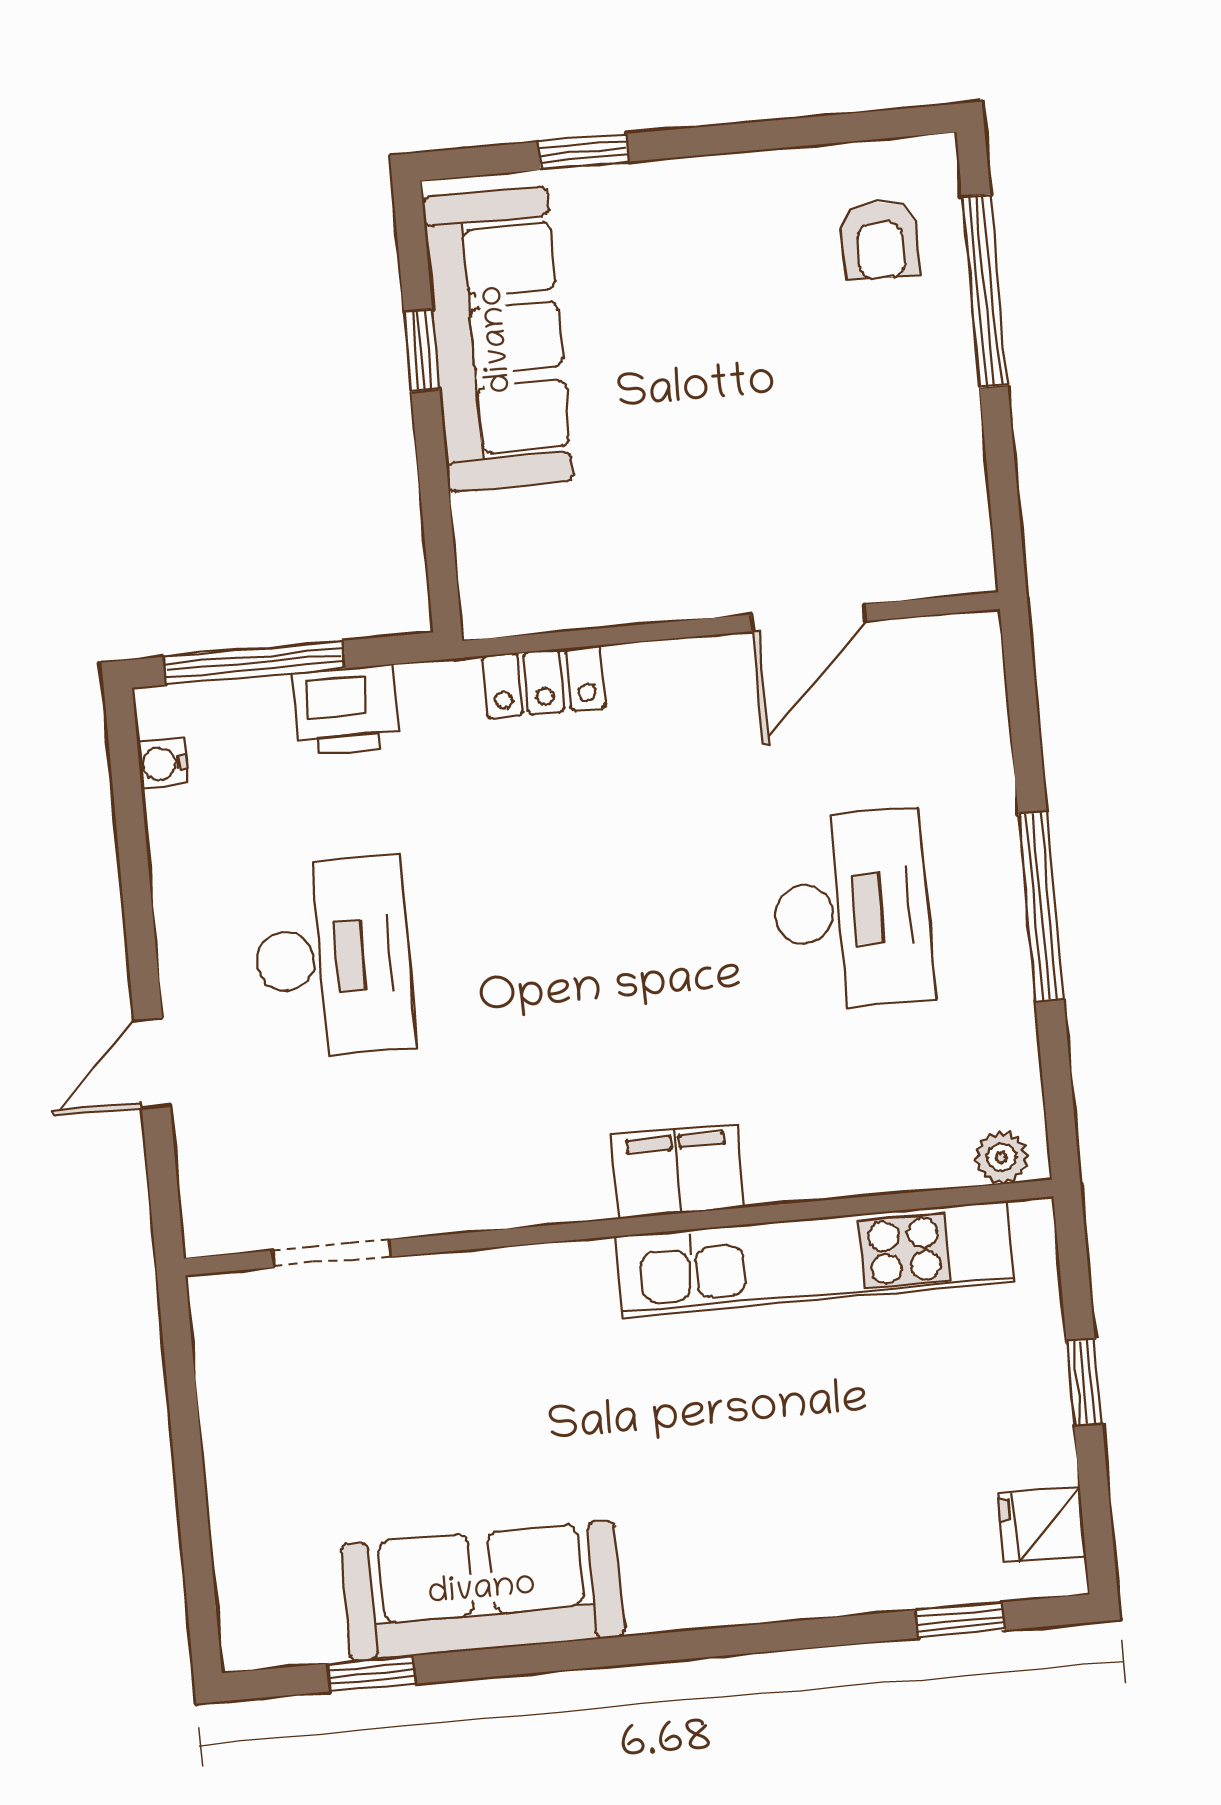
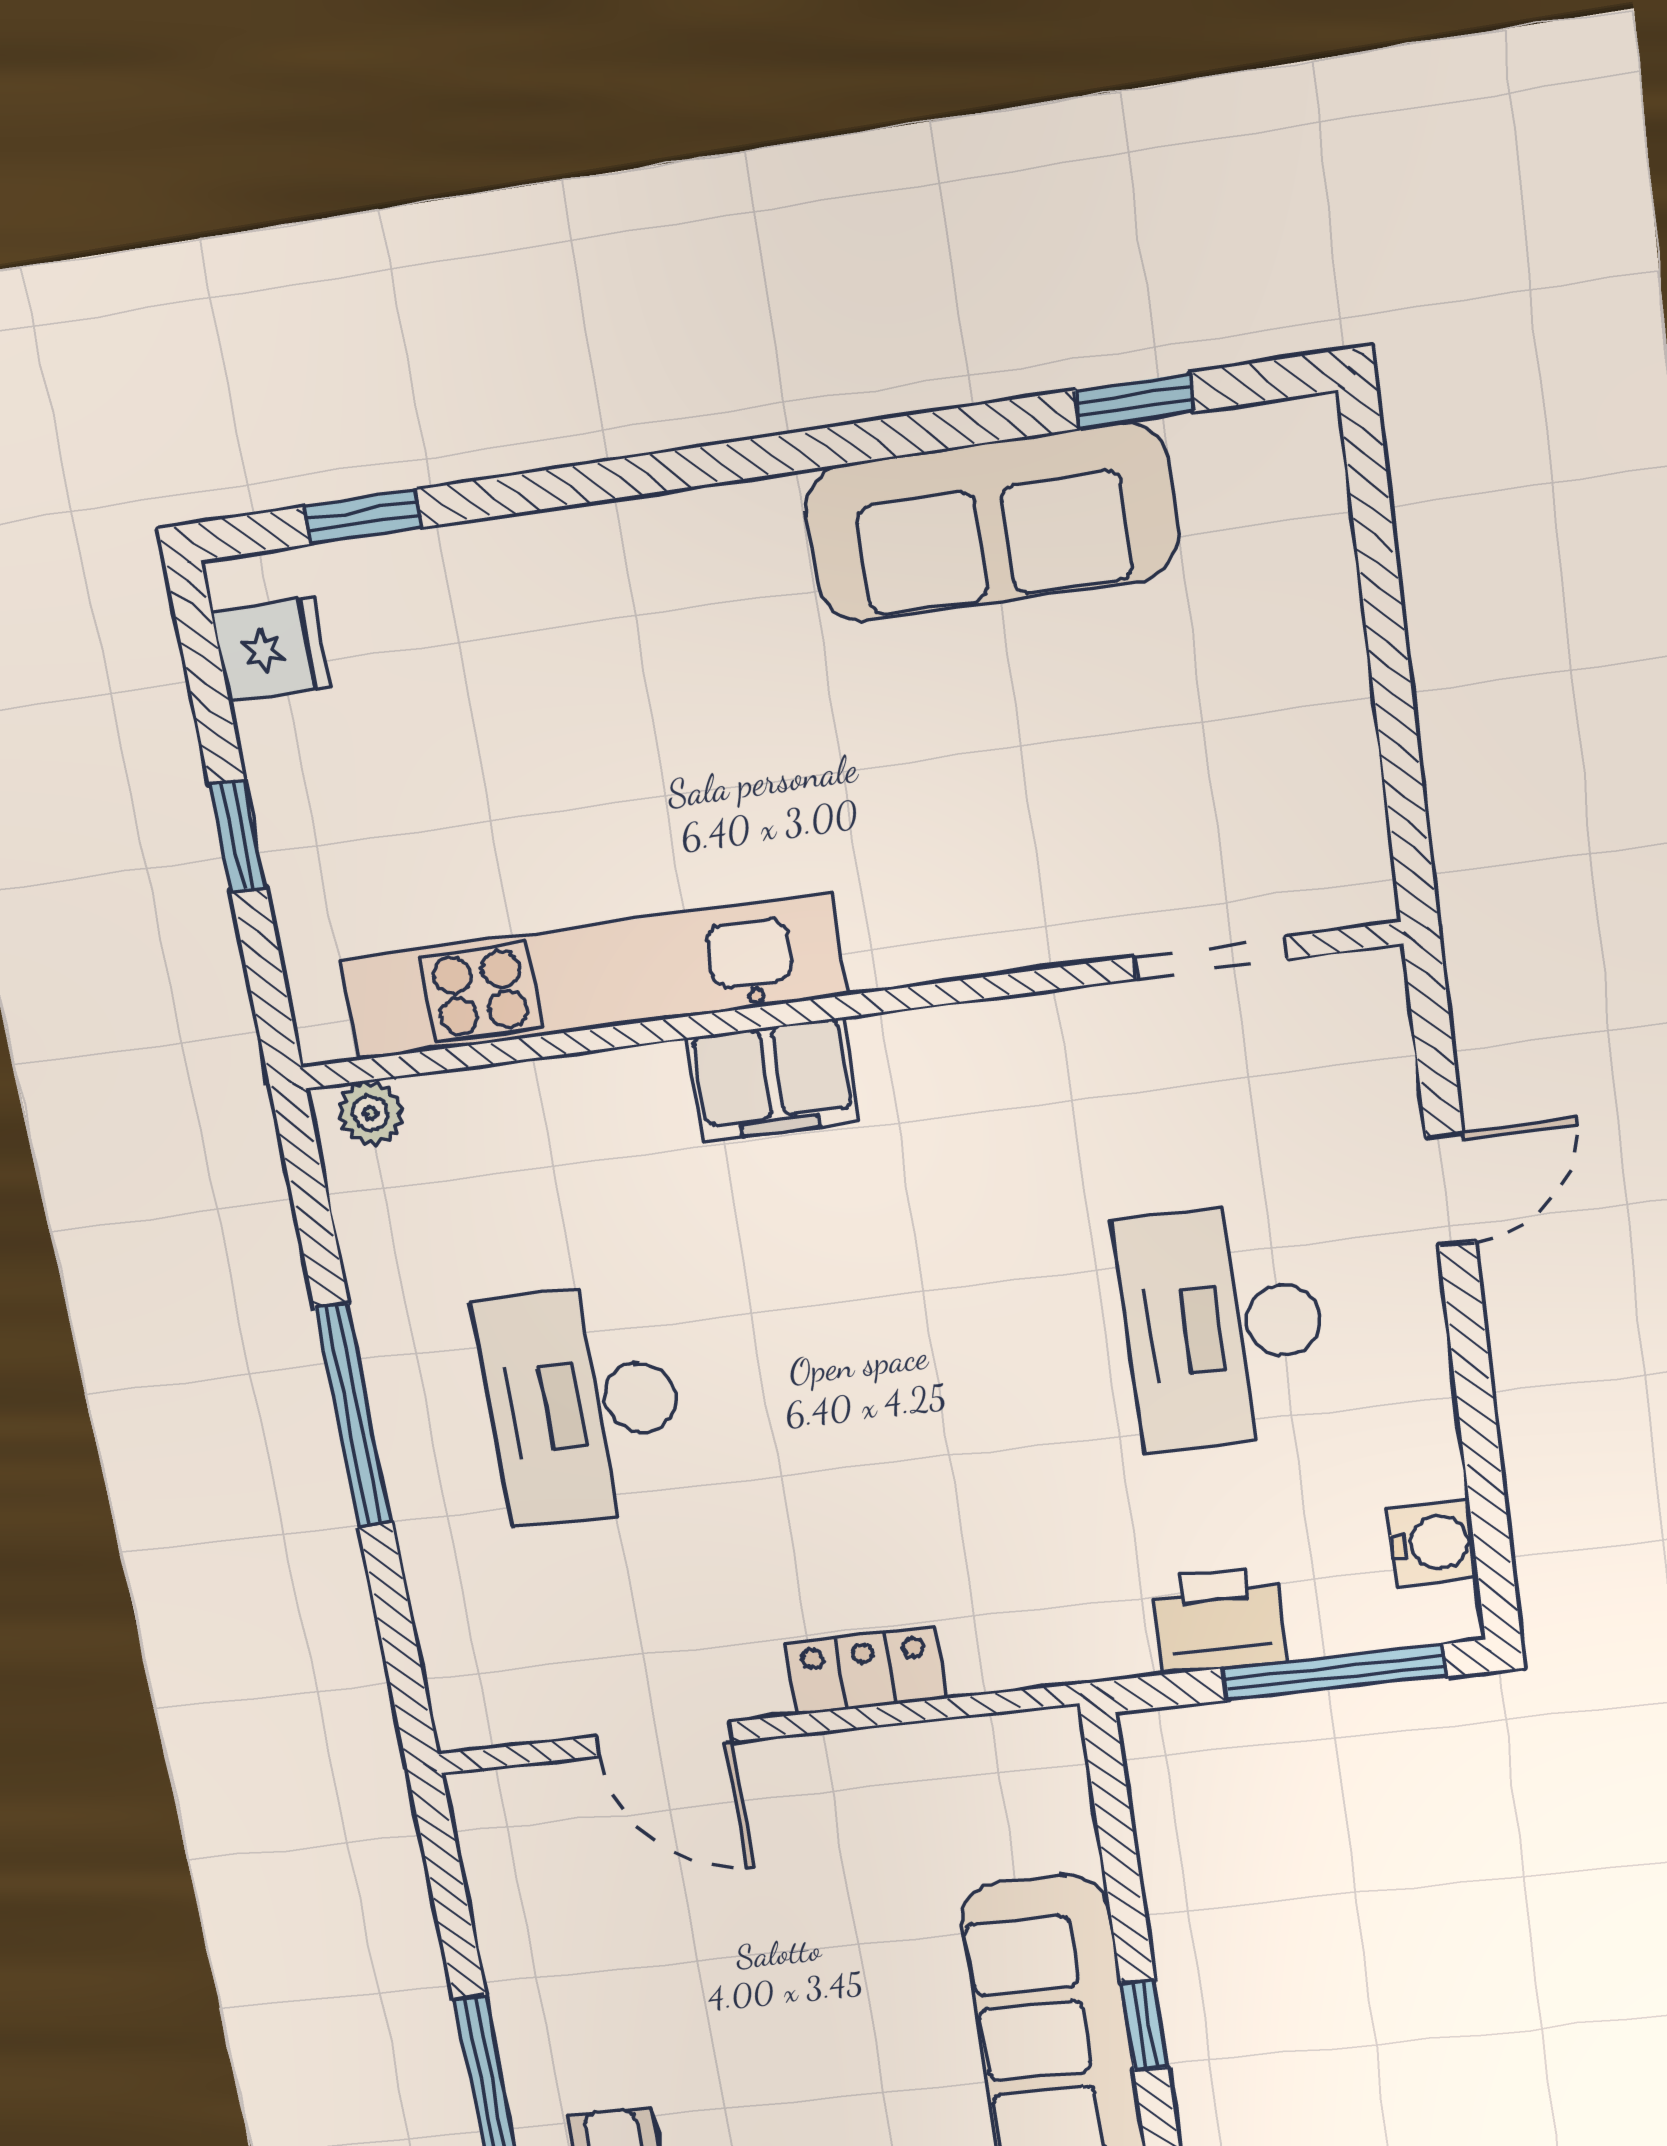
door: (808, 618) -> (664, 1739), swing flipped
locker: (544, 682) -> (866, 1671), moved
water cooler: (163, 763) -> (1433, 1543), width x1.38, depth x1.38

